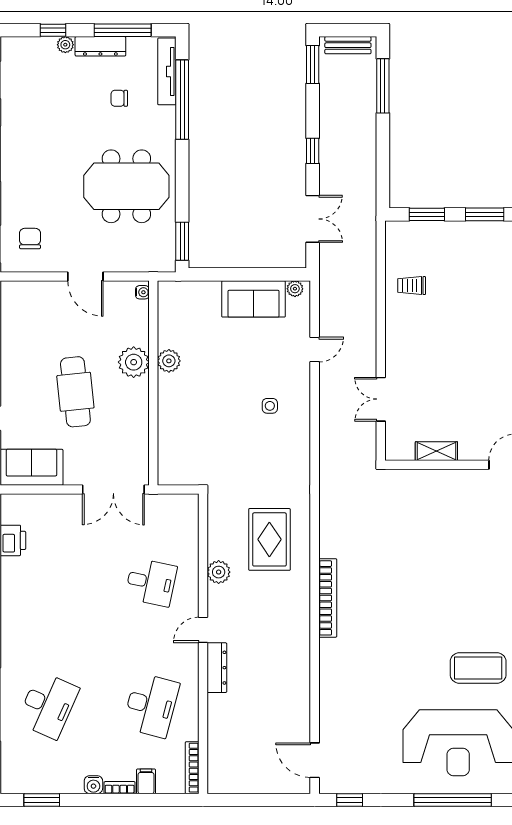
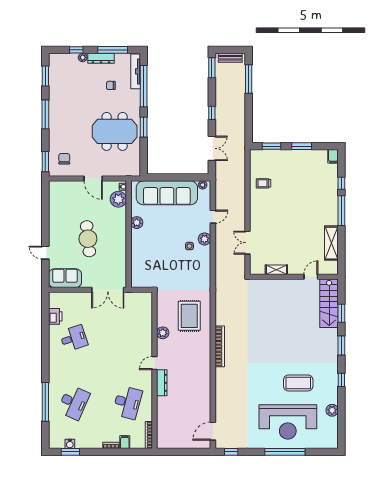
window: (182, 241) -> (144, 127), moved
sofa: (254, 299) -> (167, 193), width x1.85, depth x1.27
plant: (134, 362) -> (118, 199), moved
plant: (299, 392) -> (205, 239), added
desk: (151, 582) -> (74, 338), moved, turned -30
door: (315, 760) -> (213, 431), hinge flipped
water cooler: (93, 785) -> (70, 444), moved

